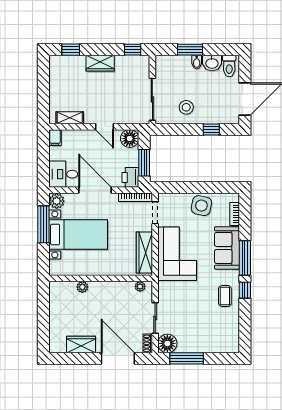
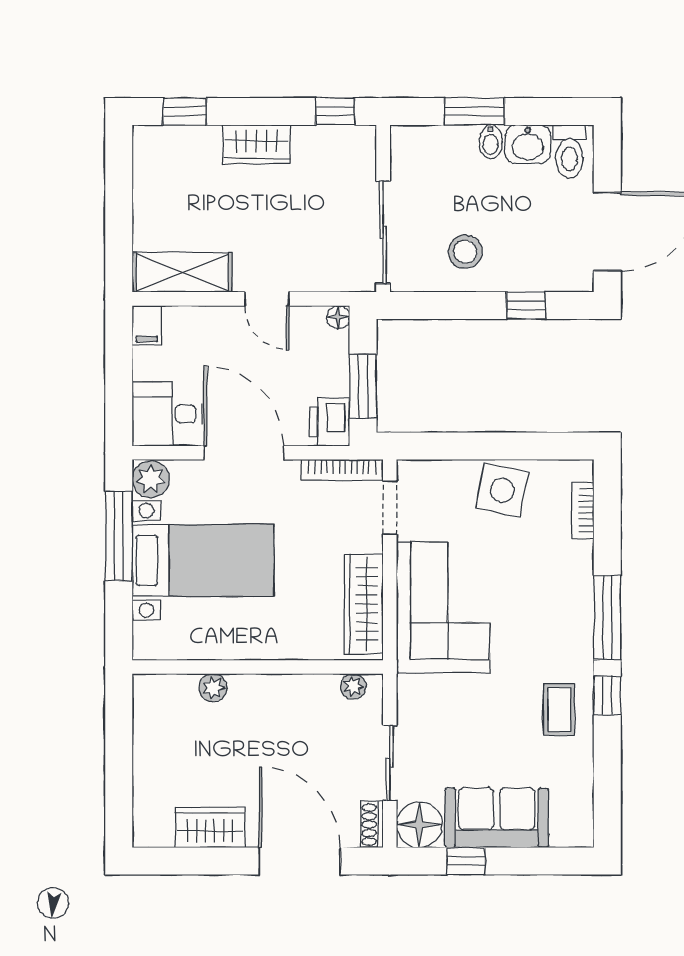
shelving: (70, 118) -> (182, 272), width x1.50, depth x1.33
floor lamp: (130, 139) -> (338, 317), width x0.53, depth x0.53
sofa: (227, 248) -> (497, 818), moved, turned 90
window: (187, 358) -> (466, 861), width x0.46

